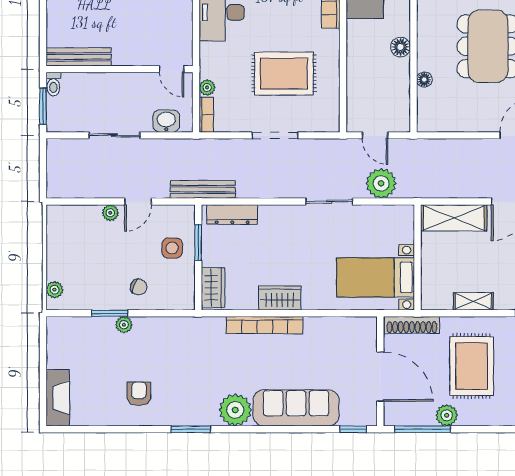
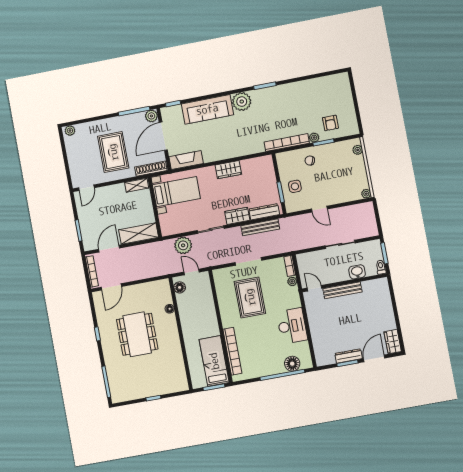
floor lamp: (400, 47) -> (180, 287), moved
bench: (79, 57) -> (342, 290), moved
rug: (284, 74) -> (250, 297), turned 90
washbasin: (166, 121) -> (357, 272), moved, turned 180
bench: (203, 189) -> (260, 227), moved
door: (138, 202) -> (319, 209), swing flipped
plant: (110, 213) -> (366, 194), moved
wardrobe: (213, 288) -> (237, 216), moved, turned 90
shelving: (473, 301) -> (137, 185), moved
bookcase: (265, 325) -> (287, 143), moved
door: (380, 377) -> (163, 136), hinge flipped
armchair: (139, 394) -> (330, 123), moved
fireplace: (58, 398) -> (186, 160), moved, turned 90
plant: (447, 415) -> (151, 116), moved

